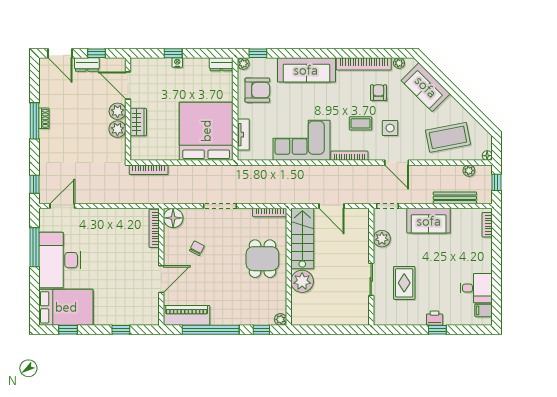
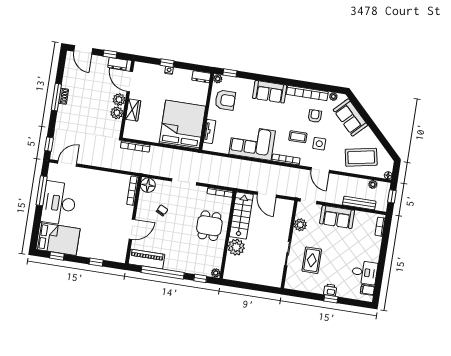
dresser: (87, 65) -> (118, 64), moved
sofa: (306, 70) -> (270, 92), width x0.73

